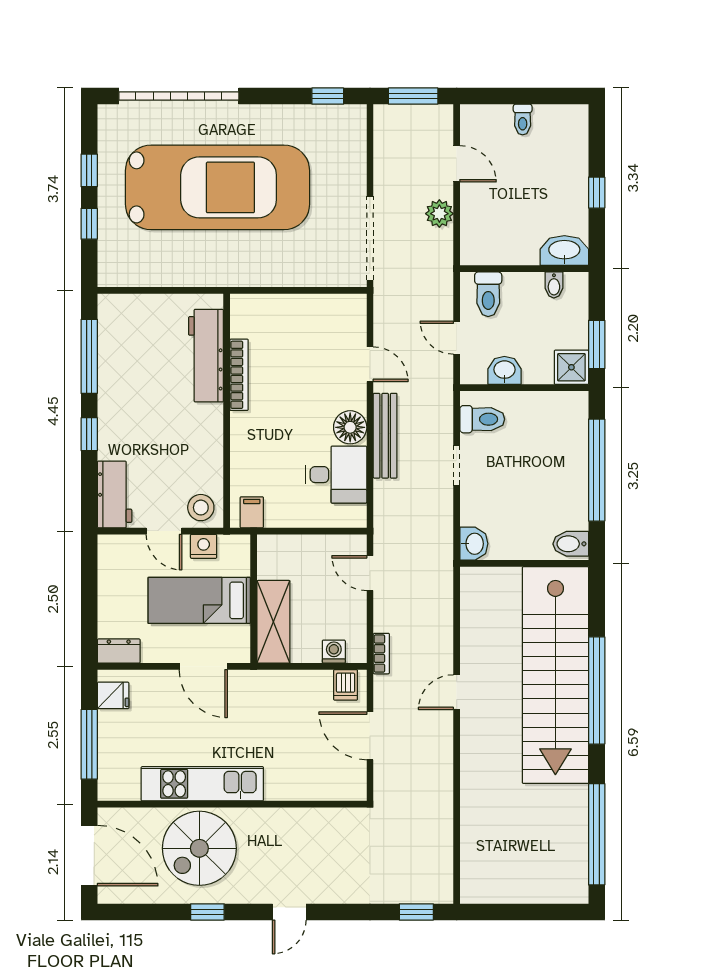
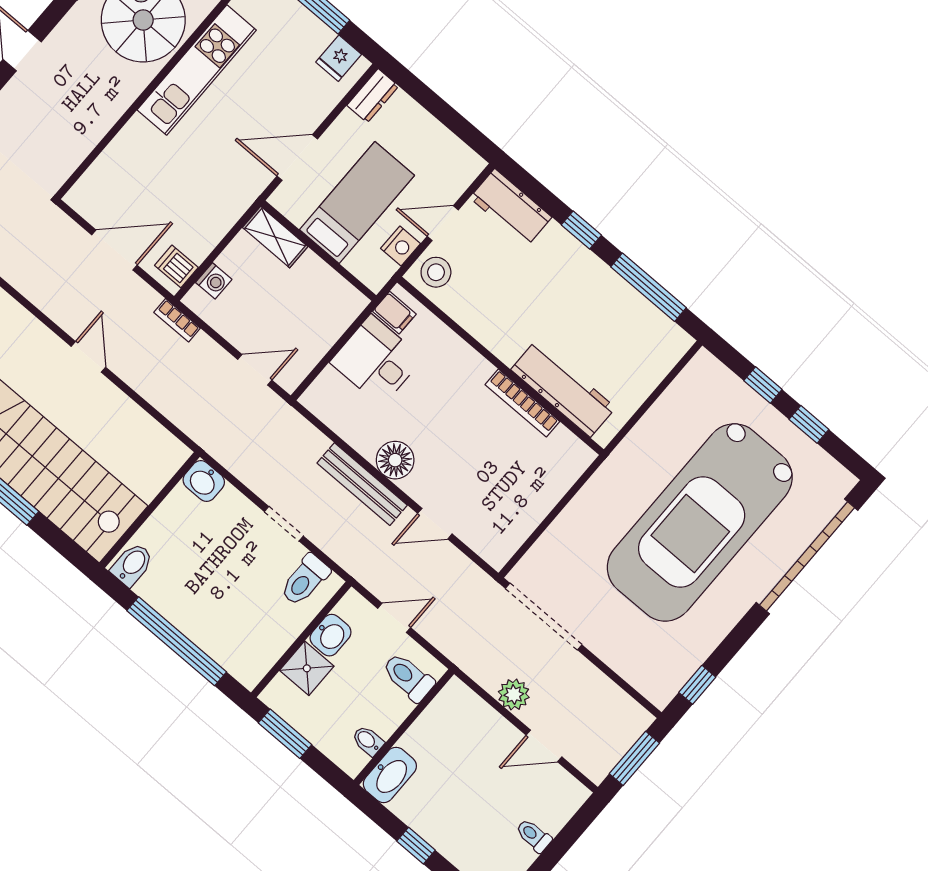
shower: (571, 367) -> (307, 668), moved
desk: (336, 475) -> (376, 360), moved, turned 90
shelving: (273, 622) -> (275, 237), width x0.67, depth x0.75

